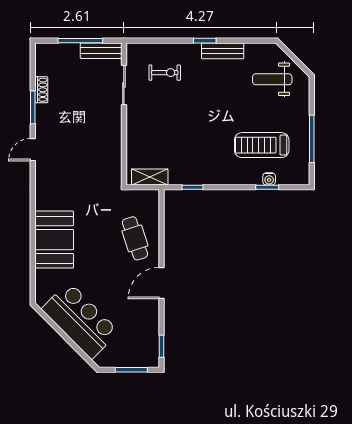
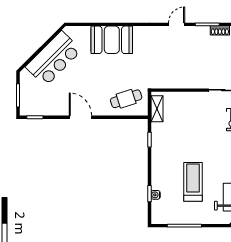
treadmill: (262, 145) -> (193, 182), moved
door: (33, 150) -> (177, 24), hinge flipped
cafe table: (135, 238) -> (126, 99), moved

